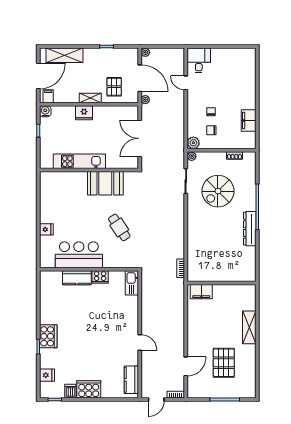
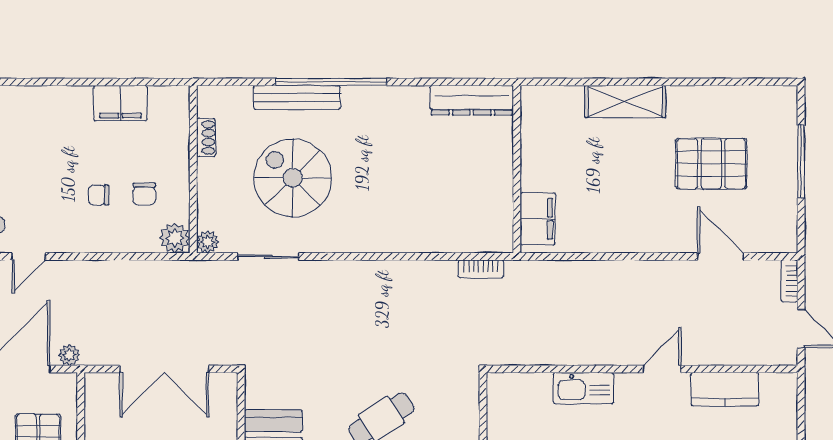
spiral stairs: (218, 191) -> (293, 178), turned 180
bench: (251, 193) -> (297, 97), added
dresser: (250, 229) -> (472, 100), moved
kitchen sink: (132, 283) -> (584, 388), moved
kitchen counter: (131, 380) -> (725, 389), moved

